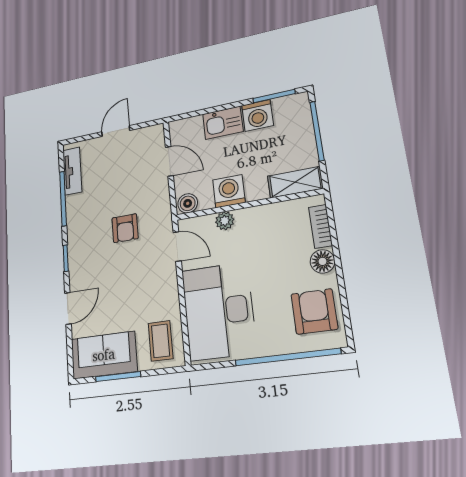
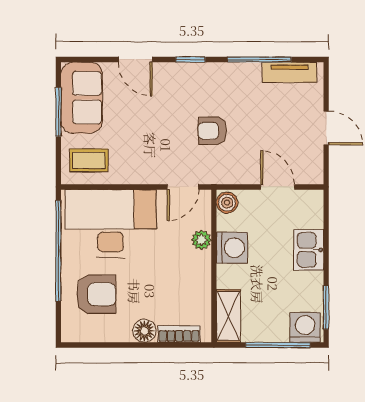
washing machine: (258, 115) -> (305, 327), moved, turned 90
door: (169, 161) -> (278, 187), swing flipped
armchair: (314, 311) -> (96, 294), moved
window: (287, 357) -> (58, 251), moved

